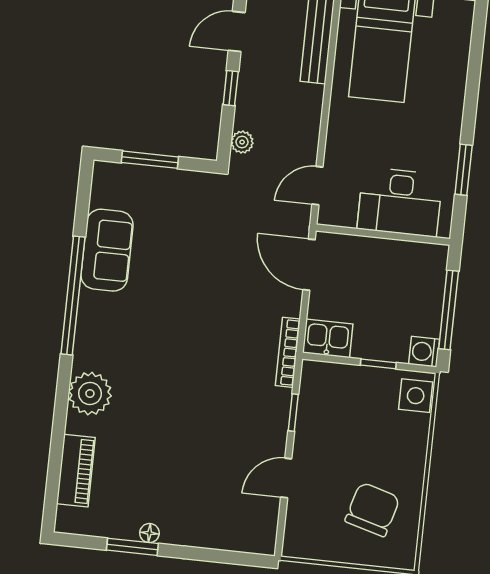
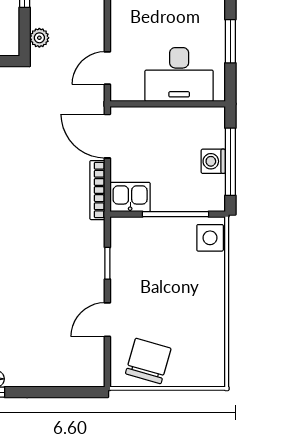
bookcase: (288, 352) -> (97, 190), moved
washing machine: (424, 352) -> (213, 161), moved
window: (378, 364) -> (175, 214), width x2.17
chair: (372, 509) -> (148, 361), moved

